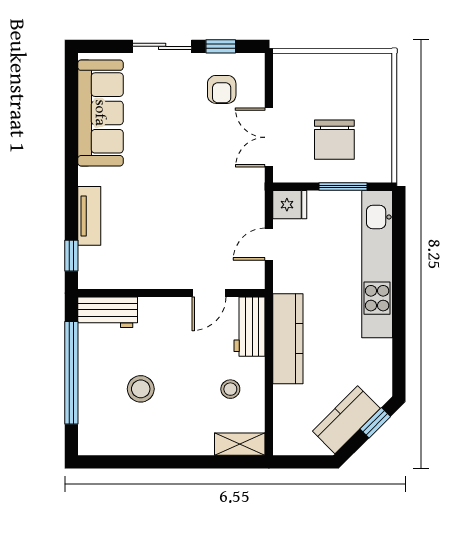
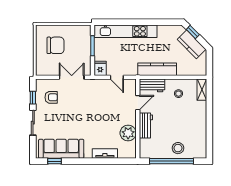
double door: (269, 137) -> (72, 77), swing flipped
chair: (334, 140) -> (55, 45), moved
window: (71, 256) -> (55, 161), moved
plant: (138, 270) -> (128, 133), added
door: (209, 293) -> (138, 103), hinge flipped
workbench: (108, 312) -> (146, 126), moved
stool: (141, 389) -> (178, 148), moved

